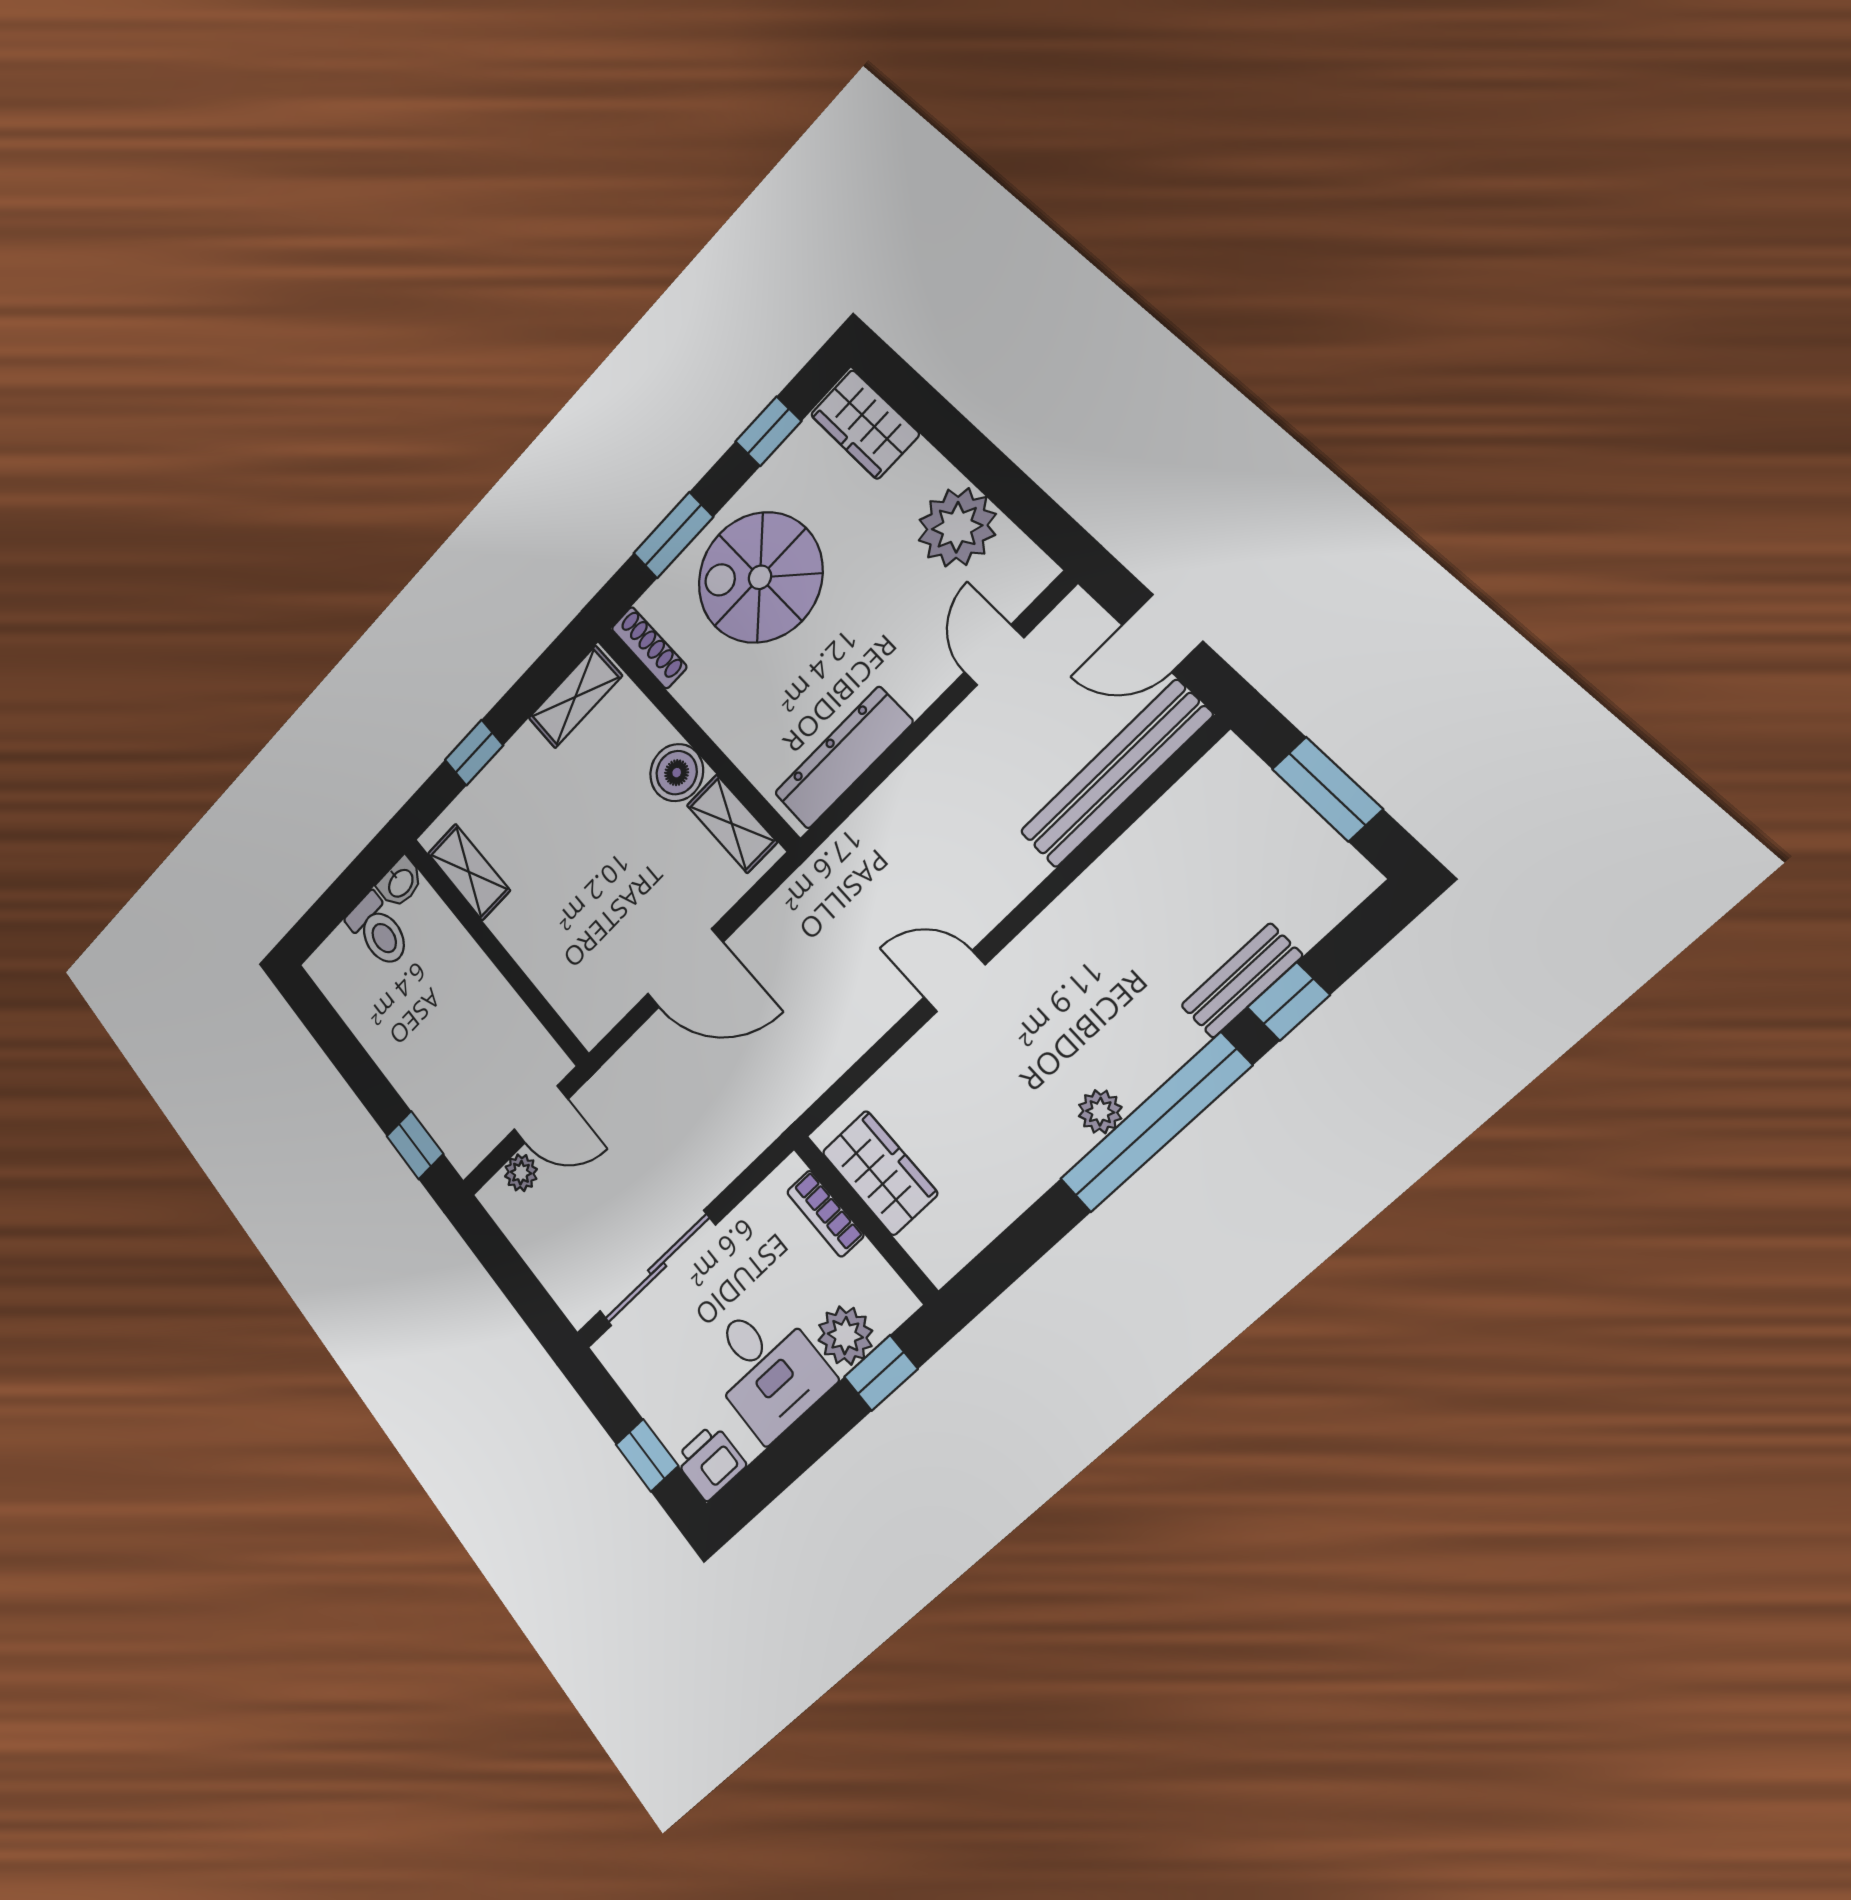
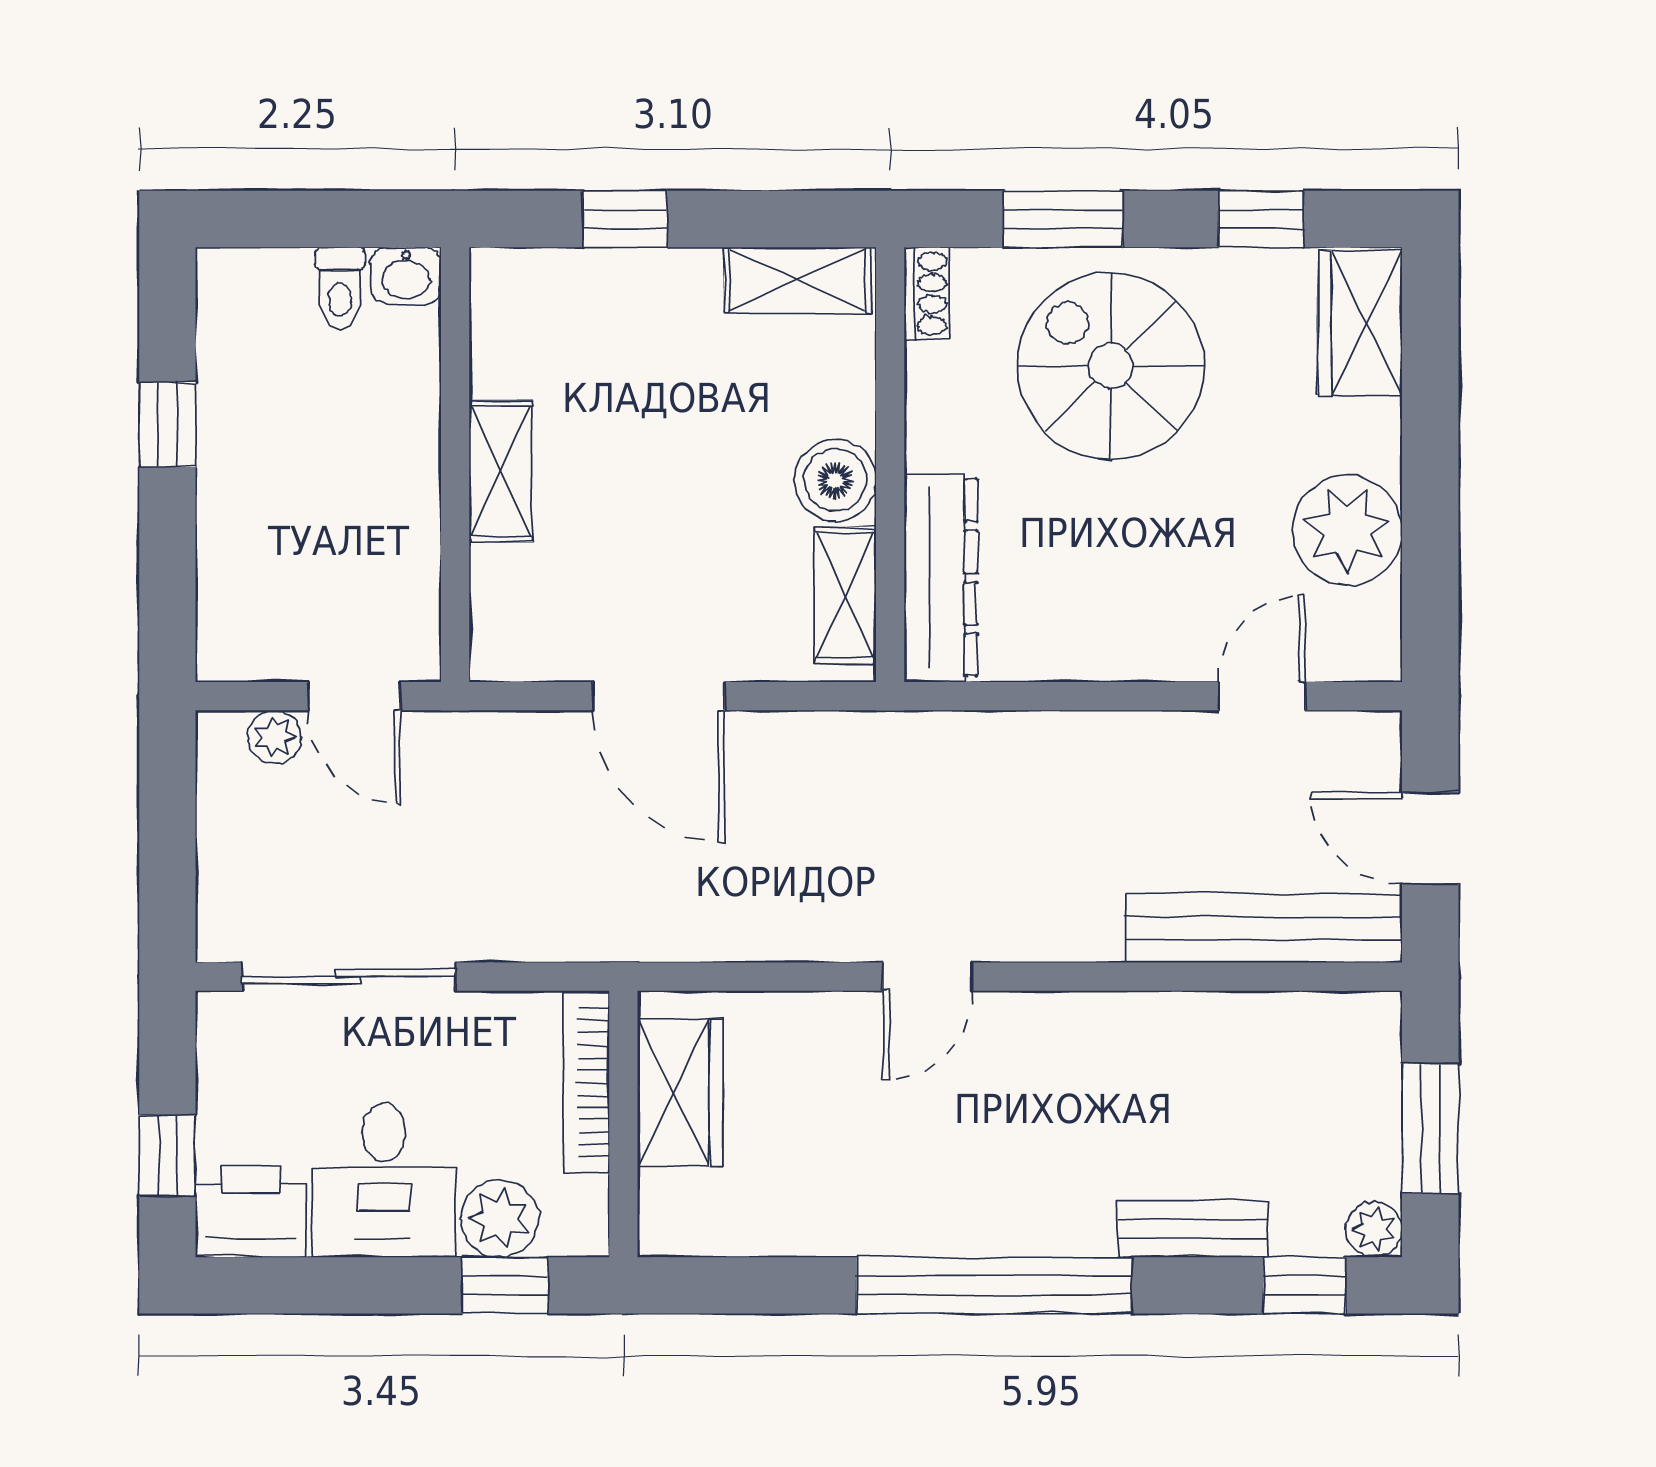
shoe rack: (649, 648) -> (927, 294), width x0.70
dresser: (843, 758) -> (941, 577), moved, turned 90
shelving: (469, 872) -> (501, 471), moved
toilet: (378, 931) -> (340, 288), width x0.73, depth x0.72
door: (954, 981) -> (927, 977), swing flipped
window: (1288, 1001) -> (1305, 1285), moved
plant: (1100, 1112) -> (1374, 1229), moved
window: (415, 1145) -> (167, 424), moved
bookcase: (825, 1214) -> (586, 1083), width x1.56
printer: (710, 1462) -> (251, 1211), width x1.36, depth x1.24

